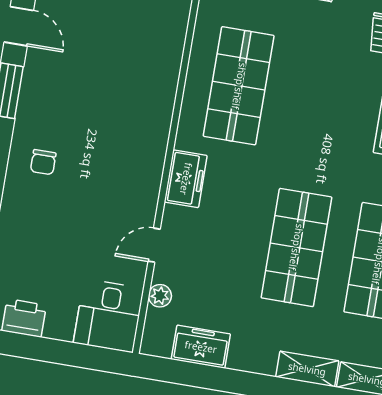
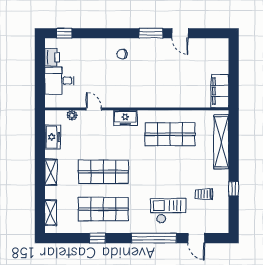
door: (19, 26) -> (180, 33), hinge flipped
desk: (109, 316) -> (59, 81), moved
shelving: (307, 369) -> (51, 172), moved

